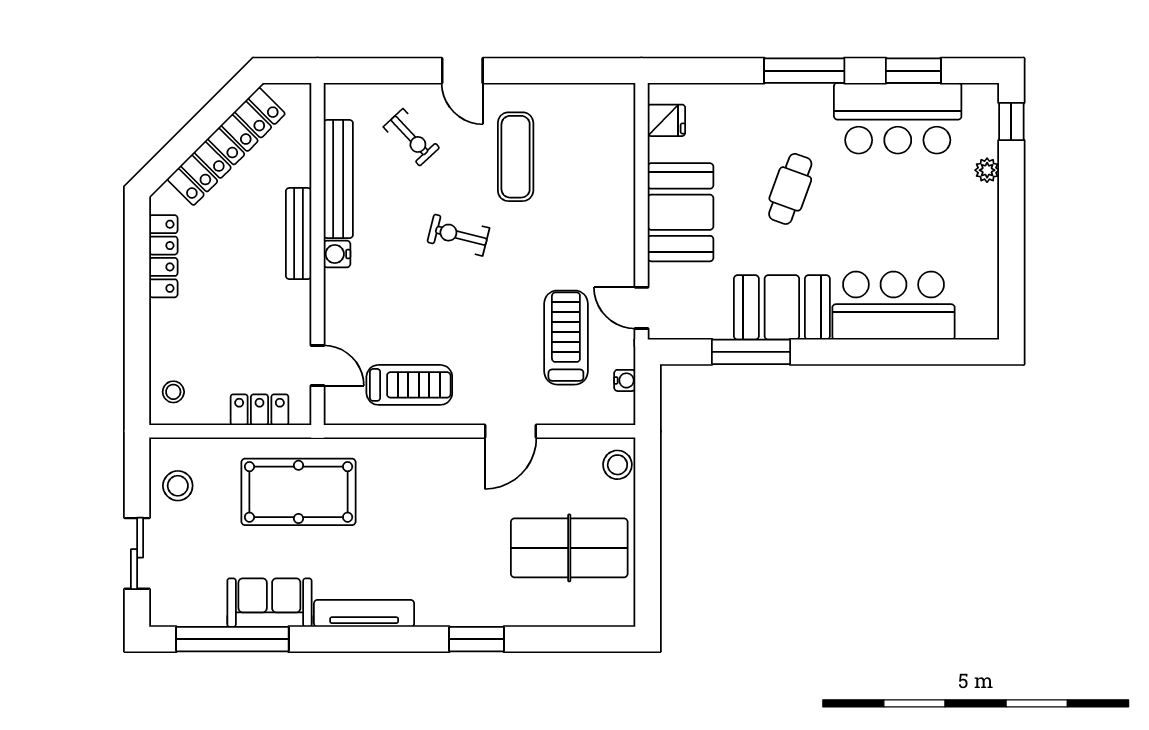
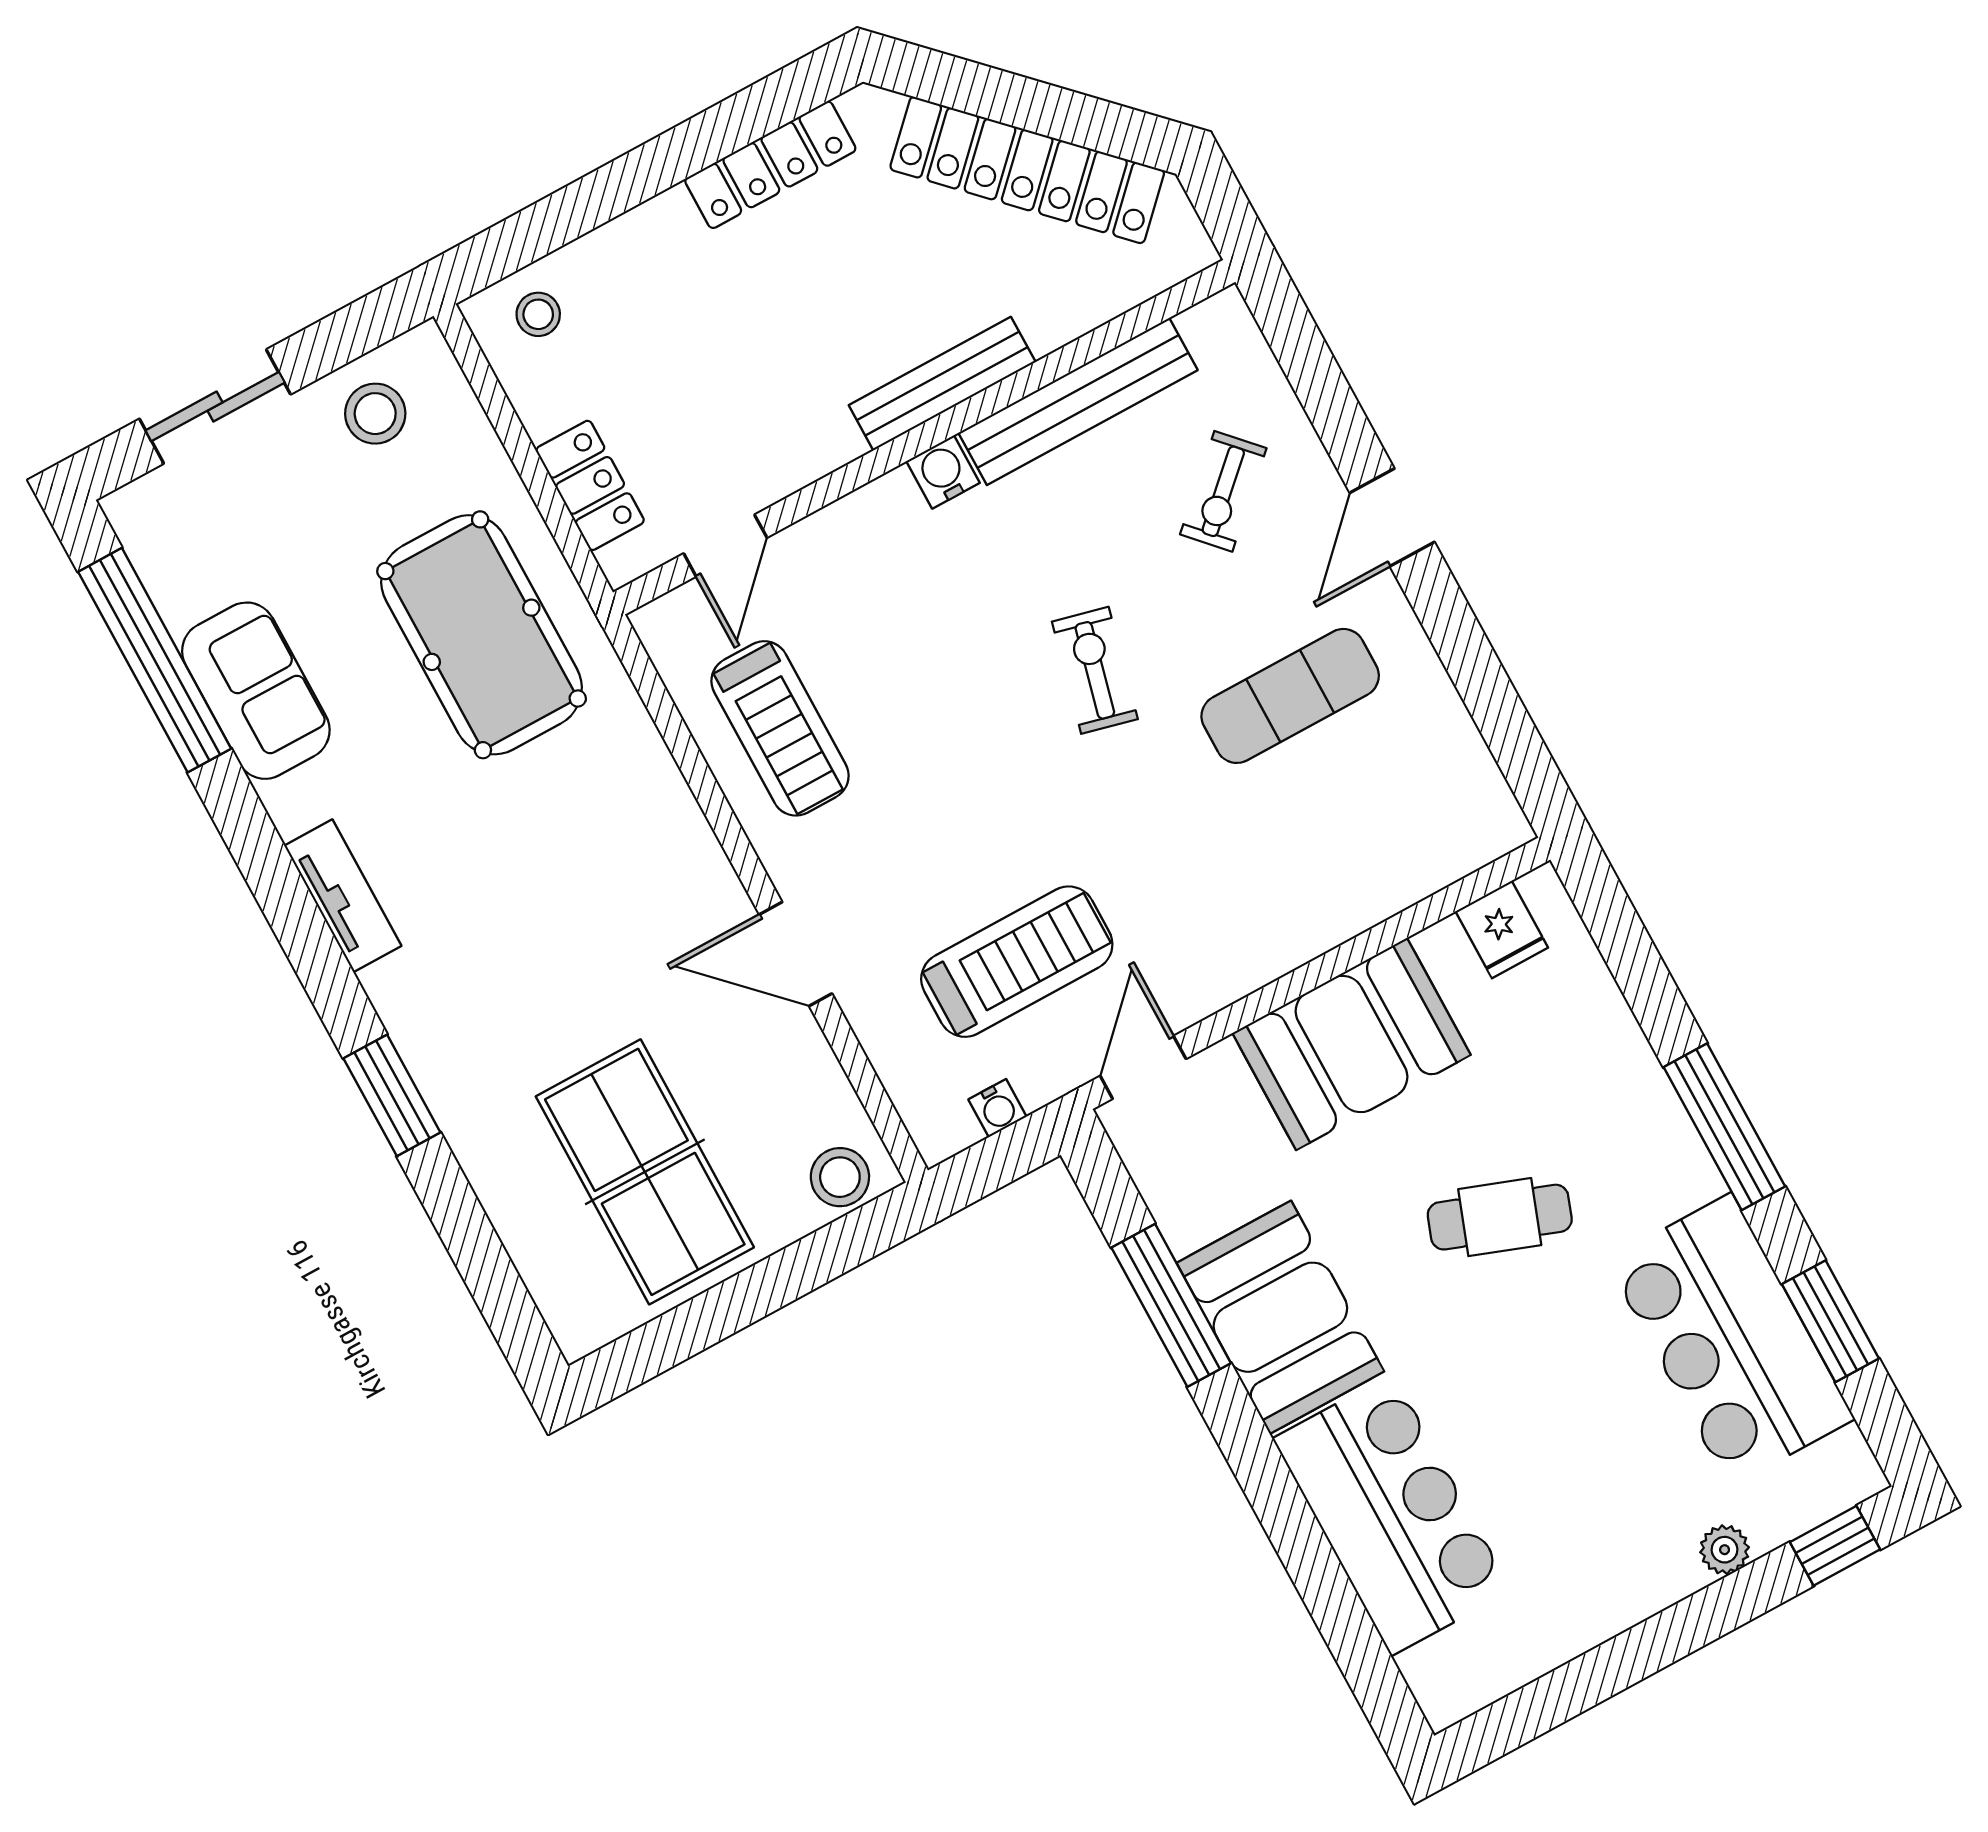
tv unit: (364, 613) -> (343, 896), width x0.71

